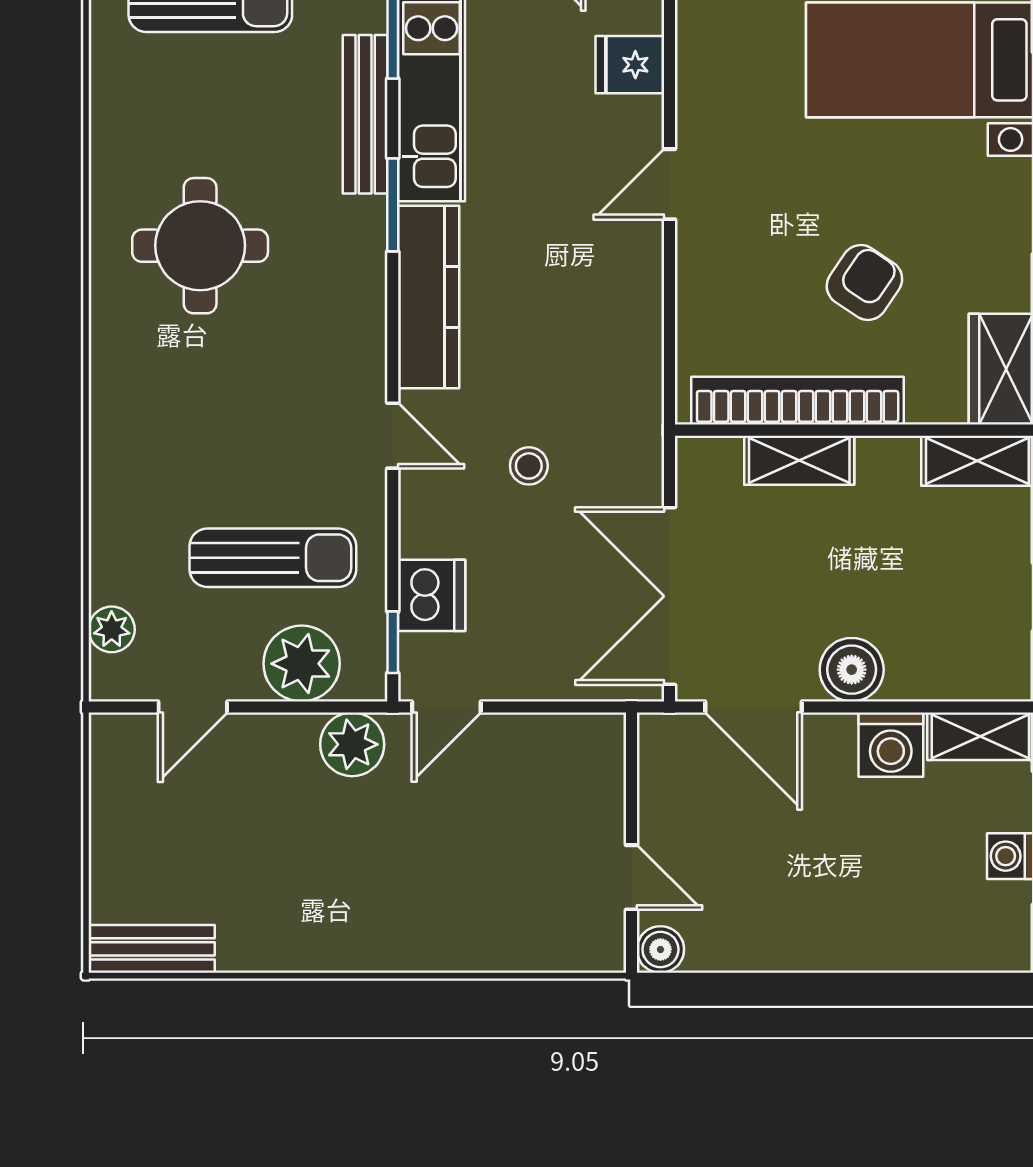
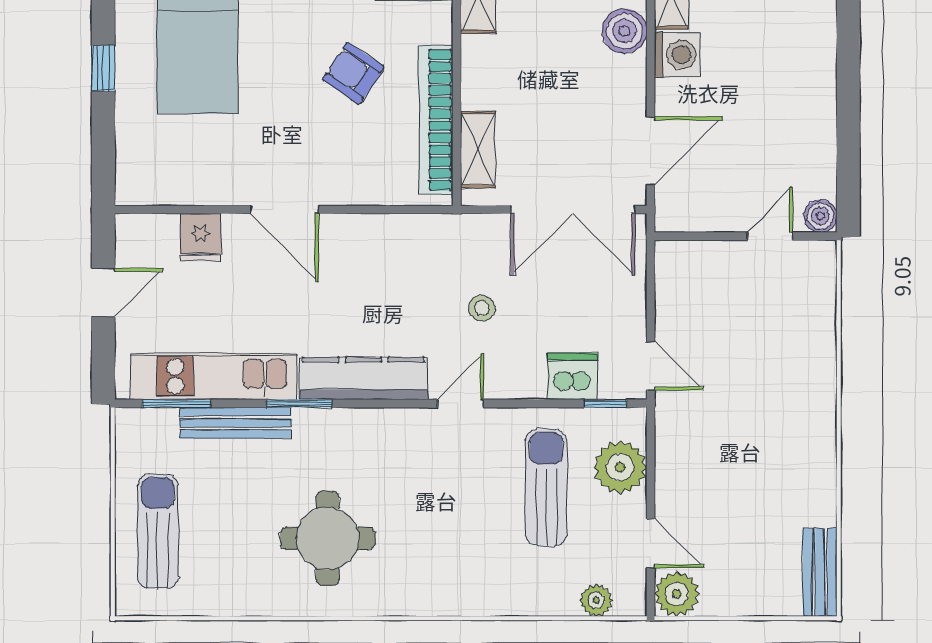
door: (670, 184) -> (285, 210), width x1.38
shelving: (799, 460) -> (478, 150), moved
boiler: (852, 670) -> (624, 31), moved
plant: (352, 744) -> (677, 594), moved

